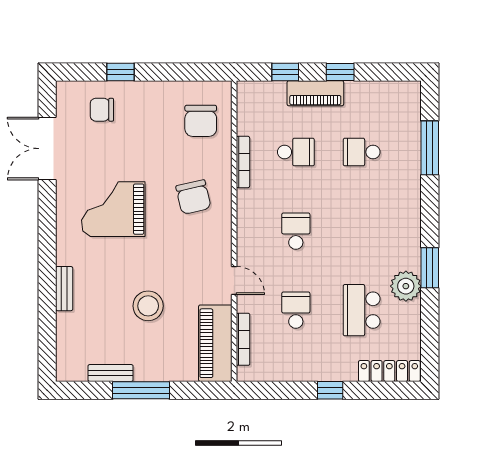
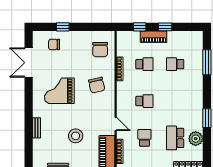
school desk: (296, 231) -> (144, 101), turned 90
plant: (406, 286) -> (196, 139), moved

